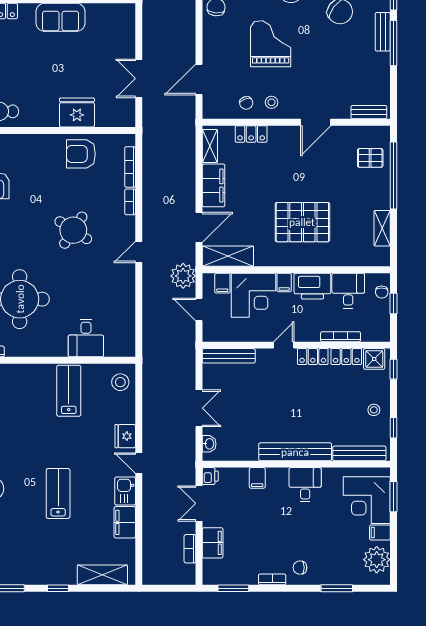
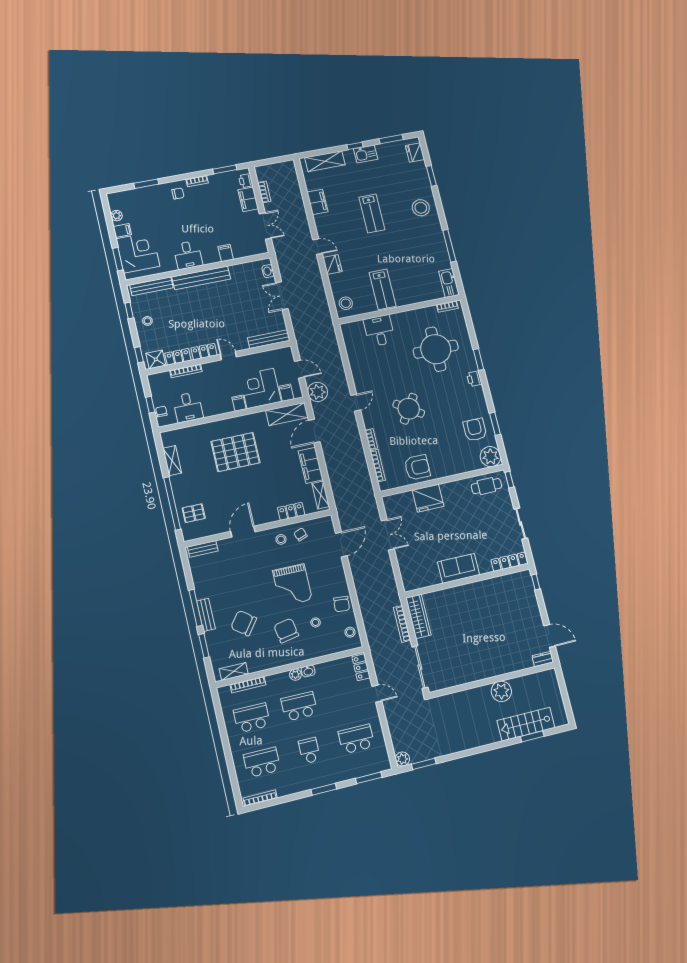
printer: (312, 286) -> (216, 405), removed
door: (284, 345) -> (228, 356), swing flipped
printer: (210, 476) -> (246, 181), moved
kitchen sink: (125, 491) -> (366, 154), moved, turned 90
plant: (377, 560) -> (116, 216), width x0.53, depth x0.53

